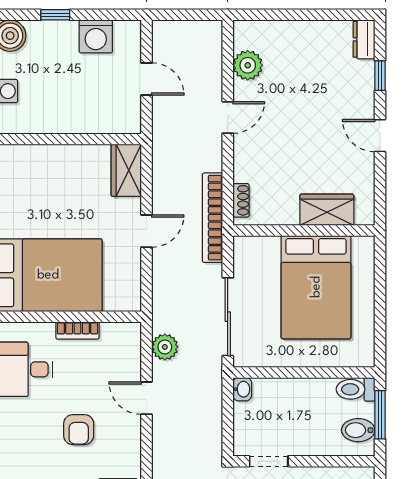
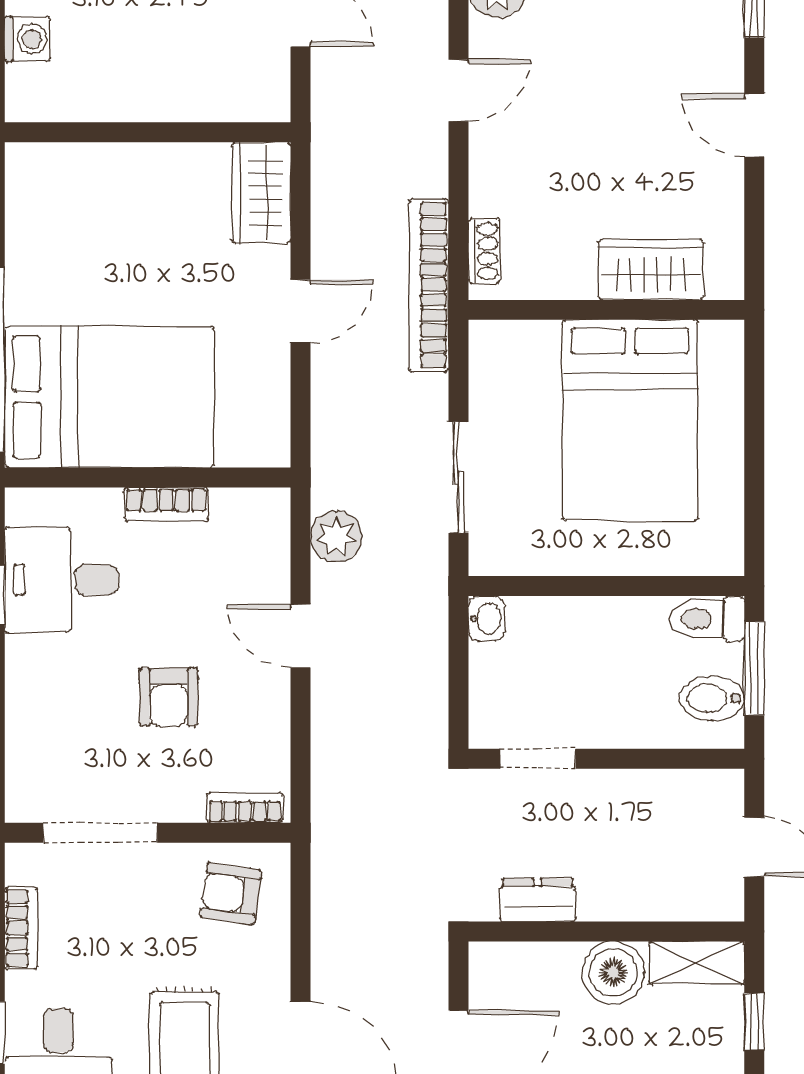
sliding door: (228, 317) -> (458, 477), width x0.73

